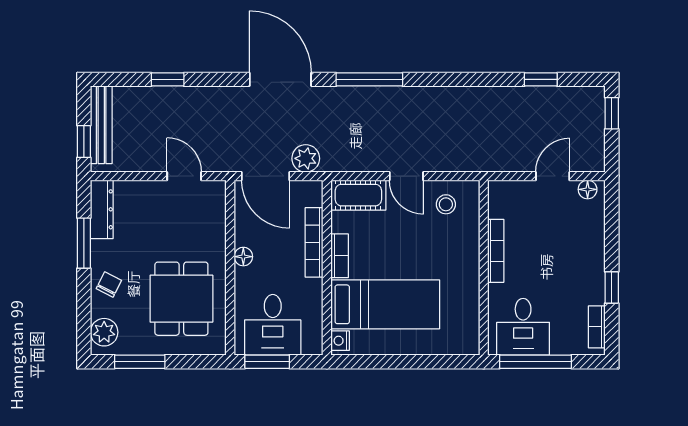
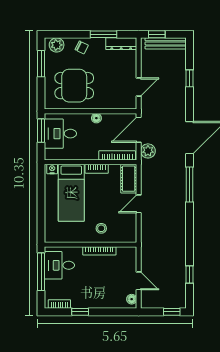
stool: (446, 204) -> (101, 228), moved
bookcase: (314, 242) -> (117, 155), moved

